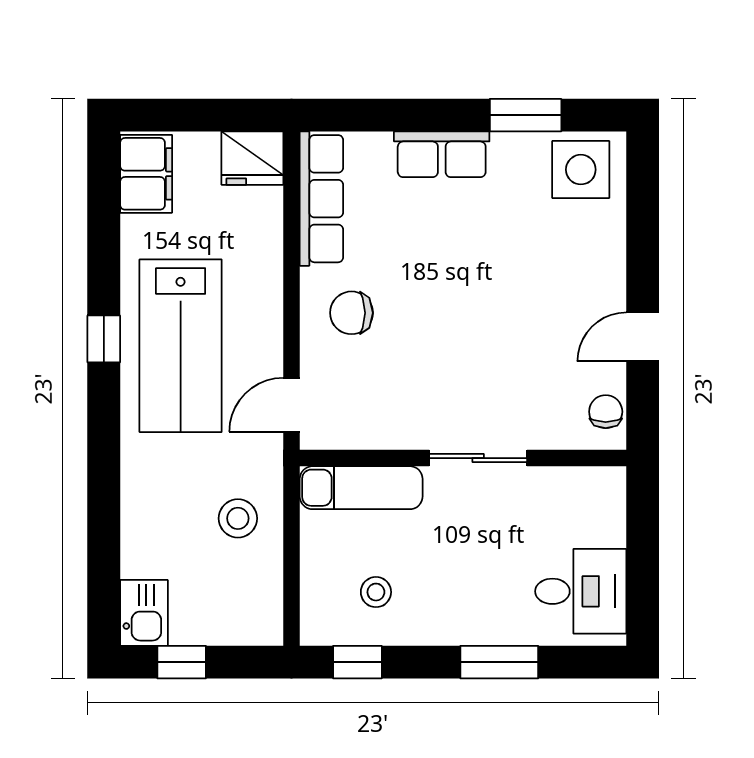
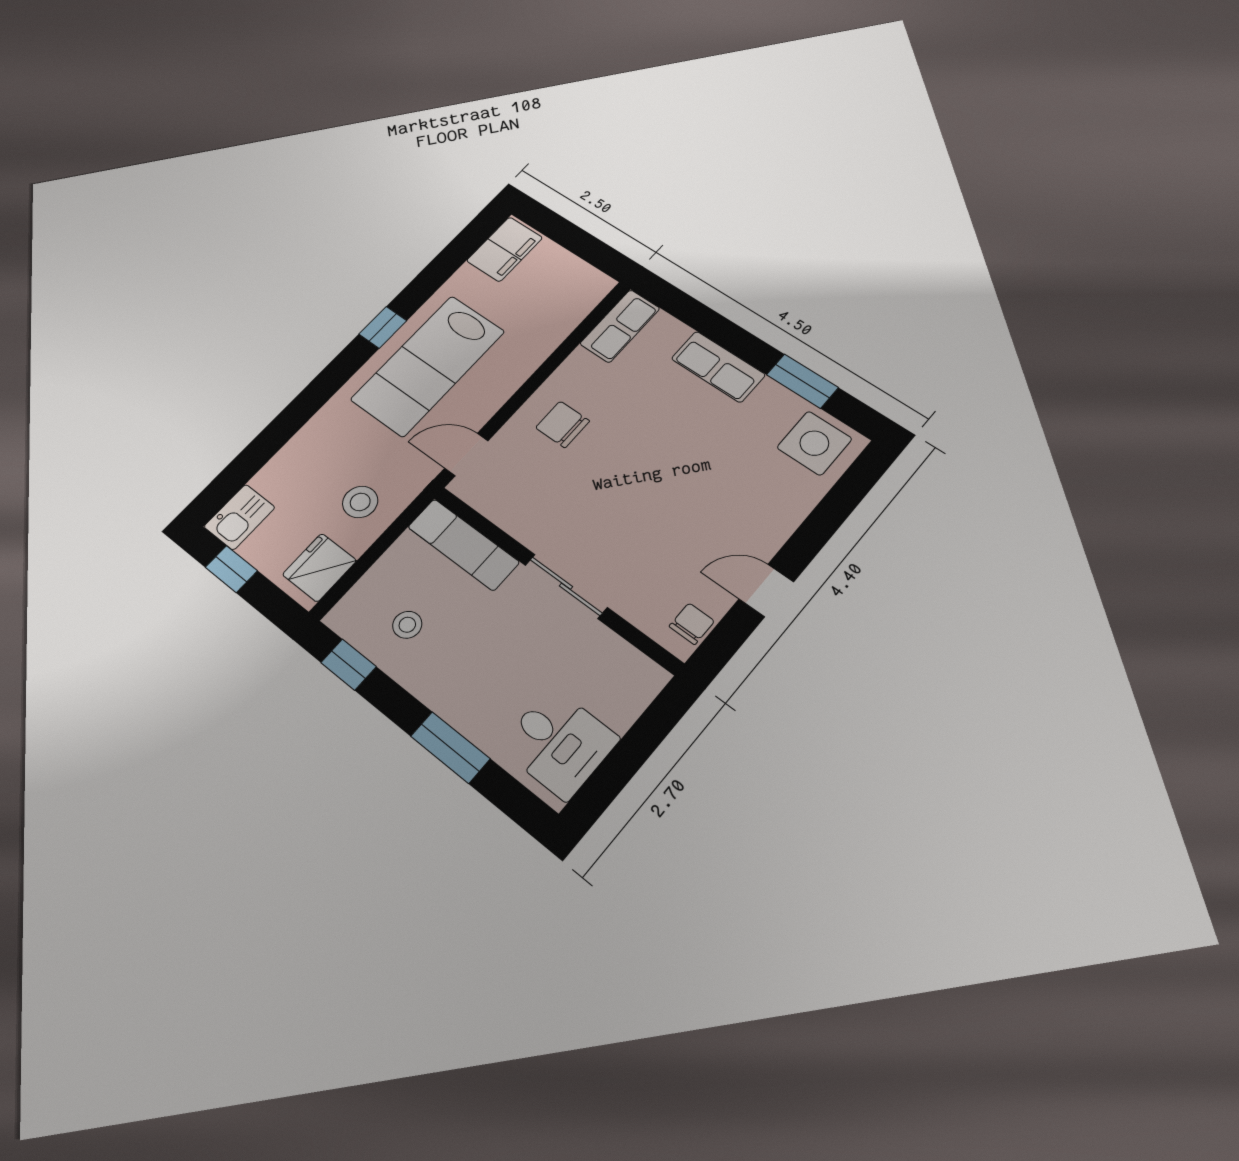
fridge: (252, 158) -> (319, 568), moved, turned 90
row of seats: (321, 199) -> (620, 326), width x0.68

